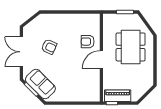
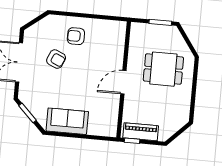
armchair: (88, 42) -> (76, 36), moved
dining table: (131, 47) -> (163, 69), width x0.73
sofa: (40, 84) -> (67, 121), moved, turned -45

